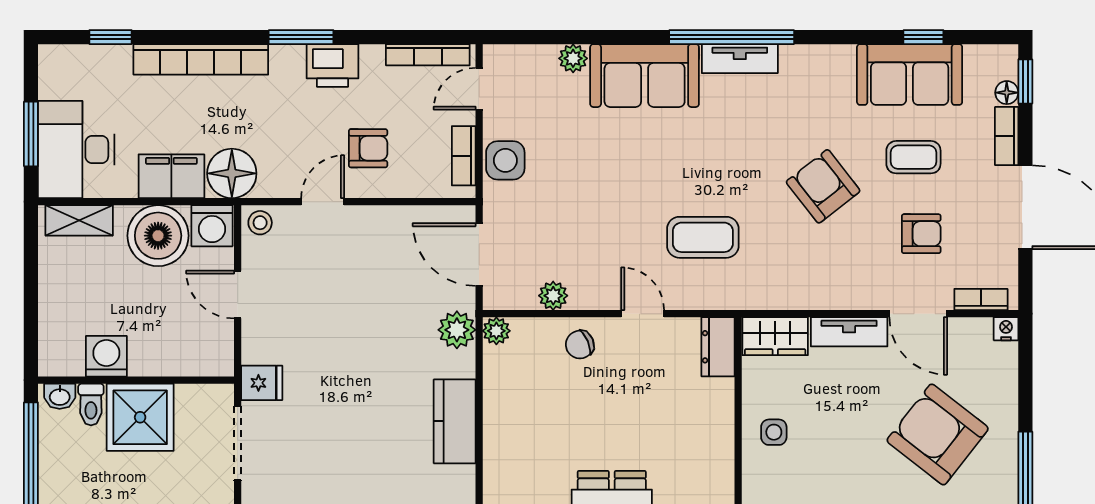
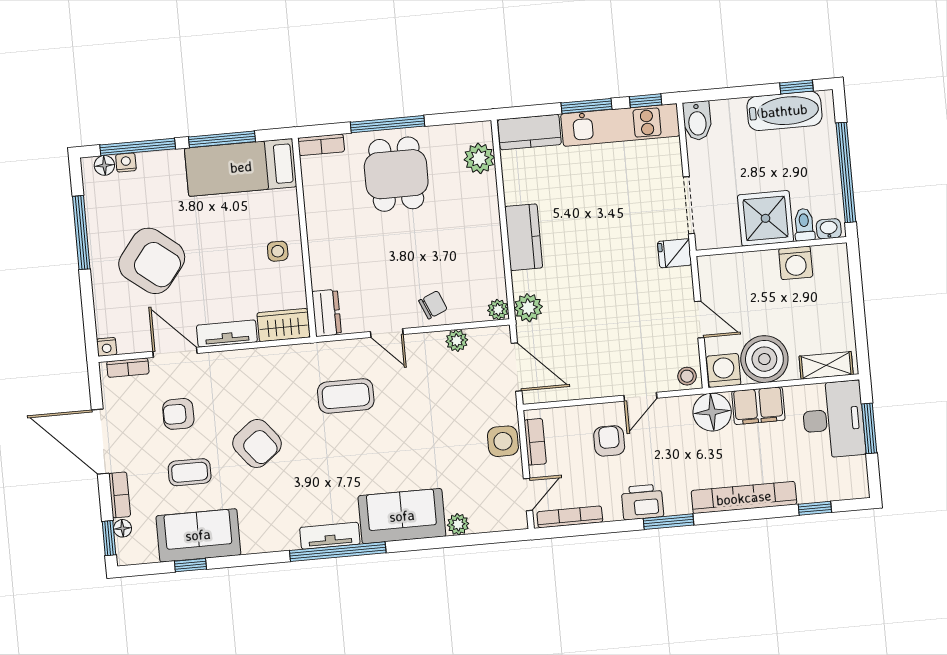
armchair: (368, 148) -> (609, 441), turned 90

